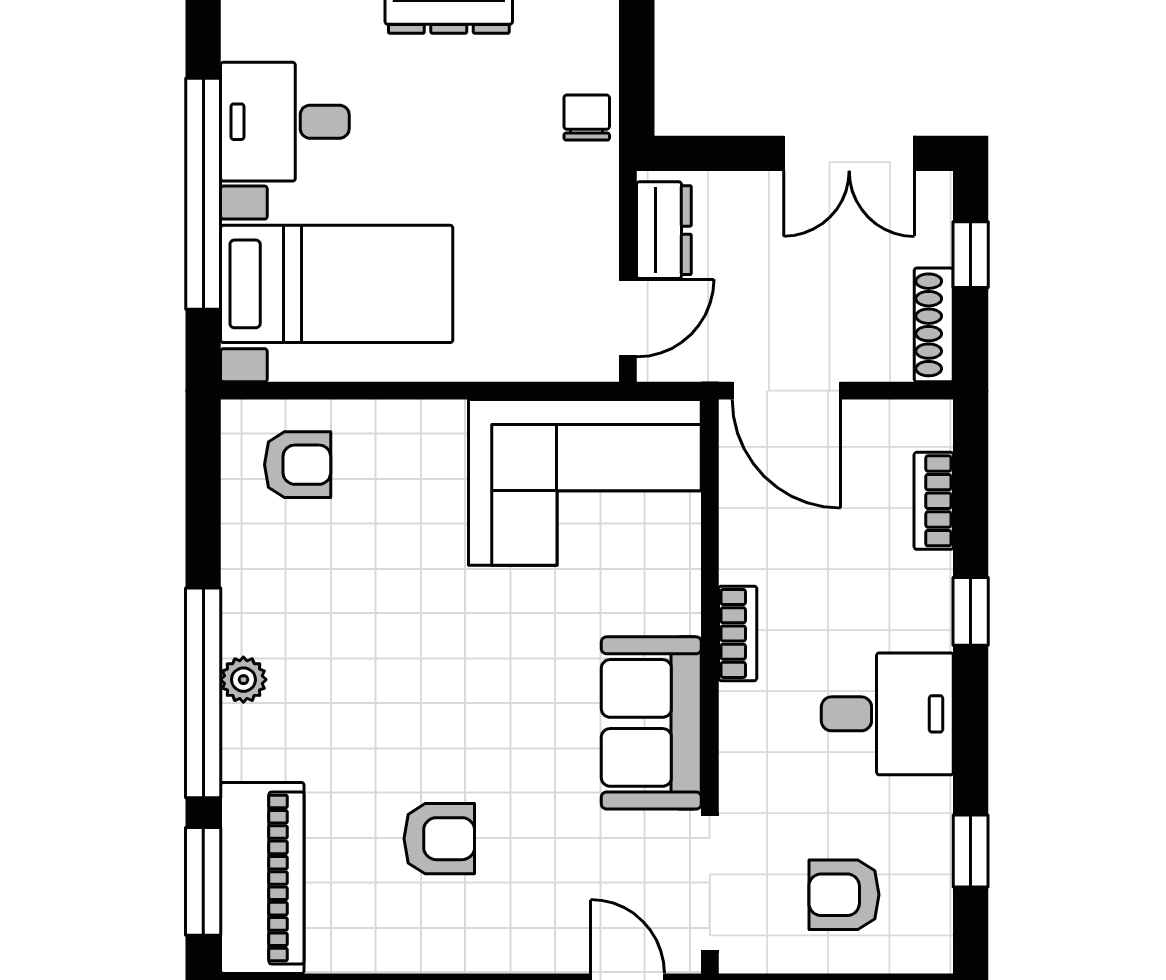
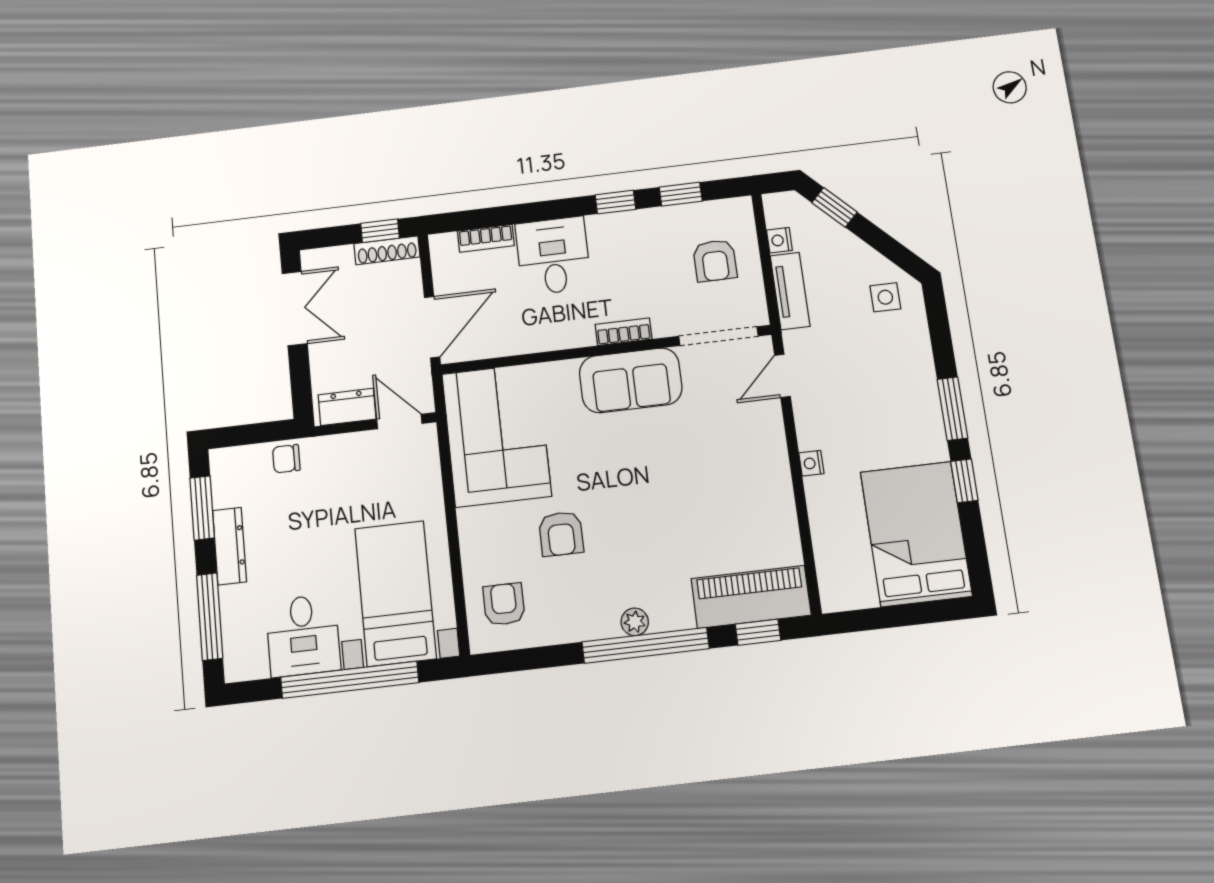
window: (971, 255) -> (380, 231), moved
window: (971, 611) -> (615, 202), moved
bookcase: (738, 633) -> (623, 332), moved
desk: (887, 714) -> (553, 256), moved
armchair: (439, 839) -> (561, 534), moved, turned 180
window: (203, 881) -> (758, 632), width x0.67

